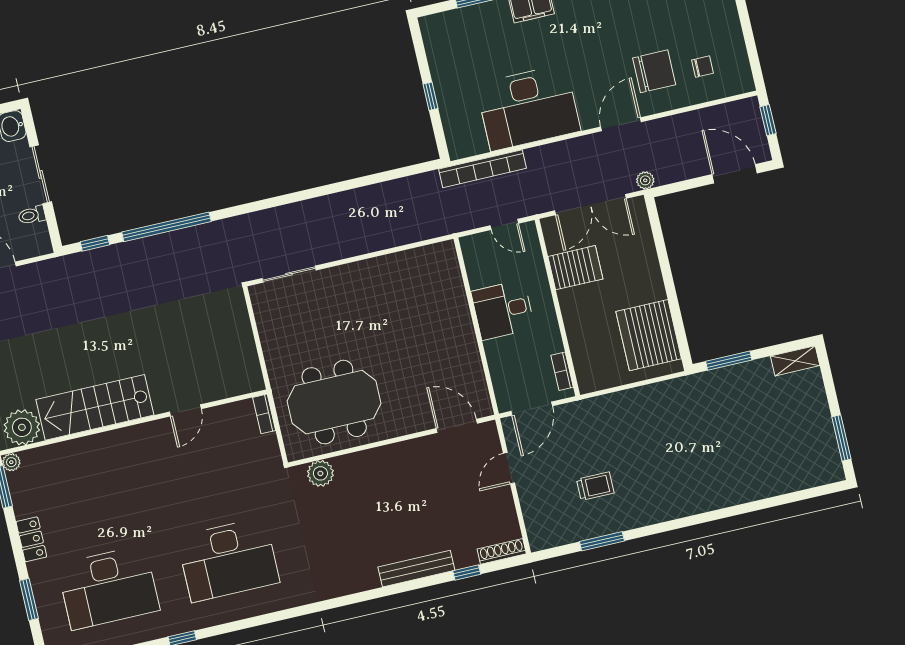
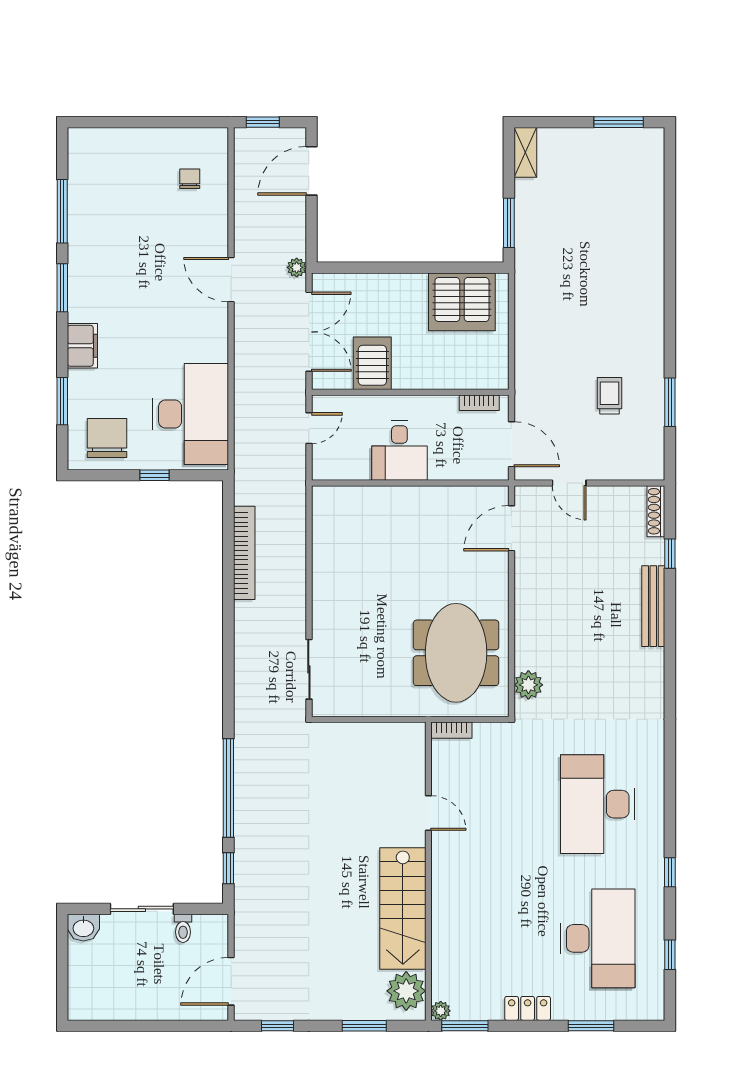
chair: (654, 71) -> (107, 438), moved
desk: (528, 108) -> (191, 414), moved
bookcase: (483, 169) -> (244, 553), moved
desk: (228, 560) -> (598, 804), turned 180

